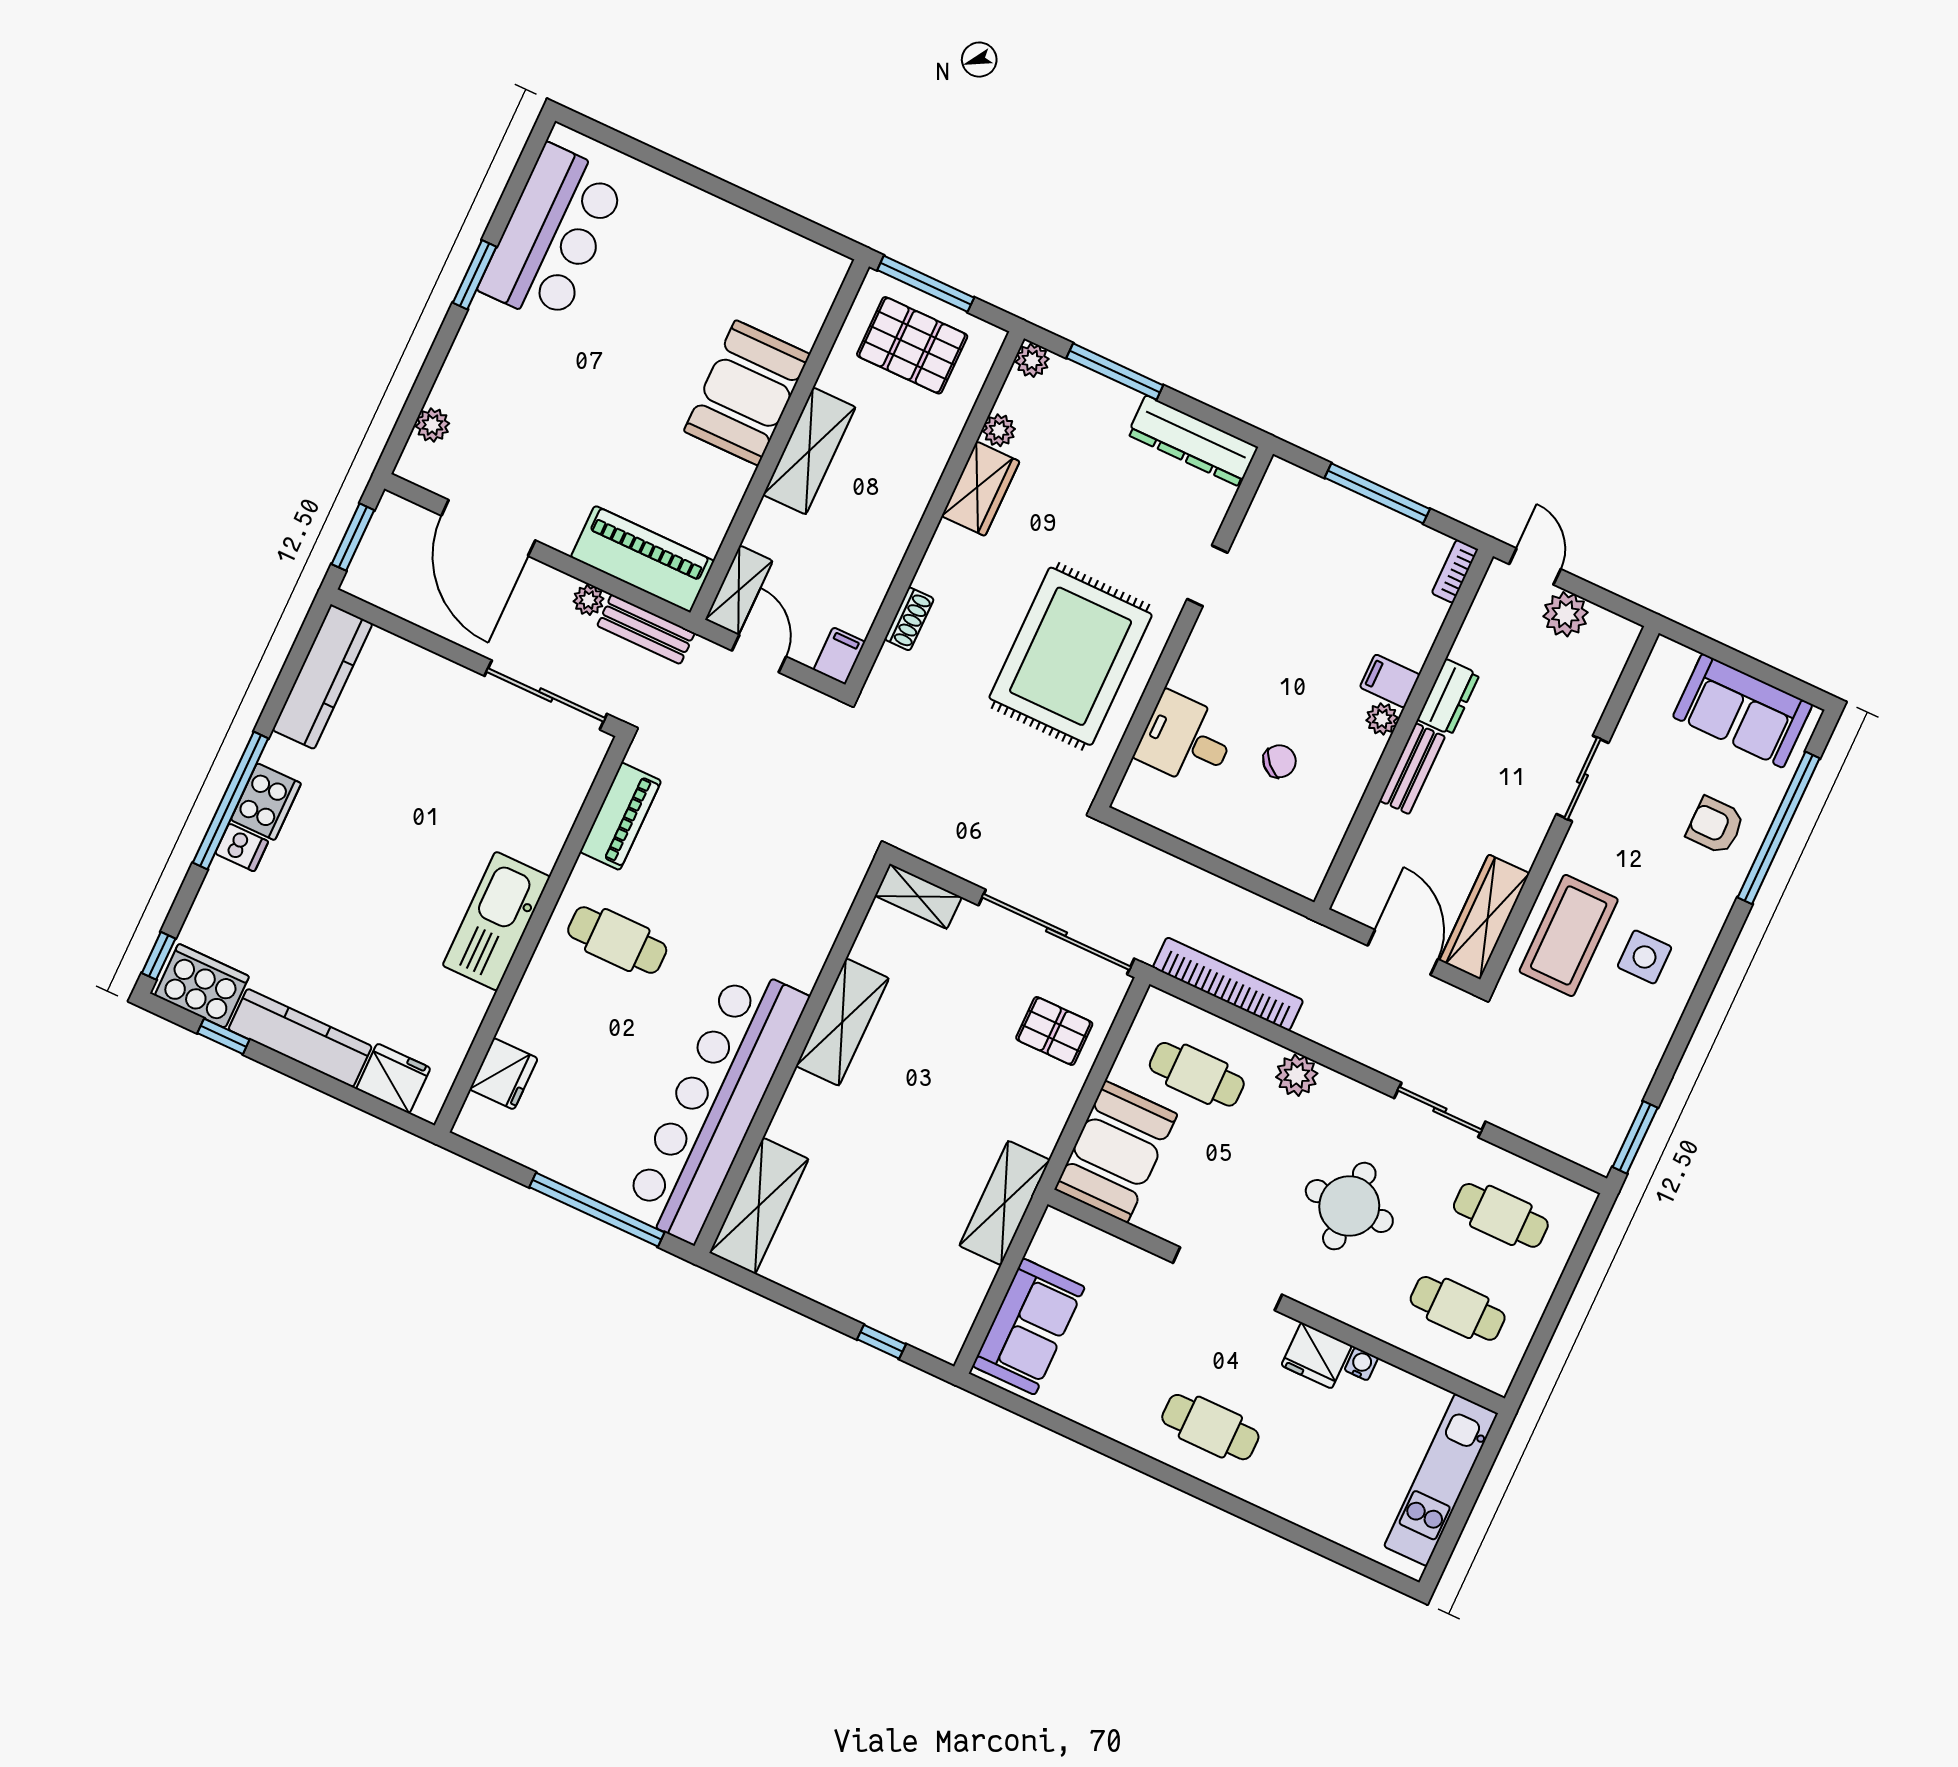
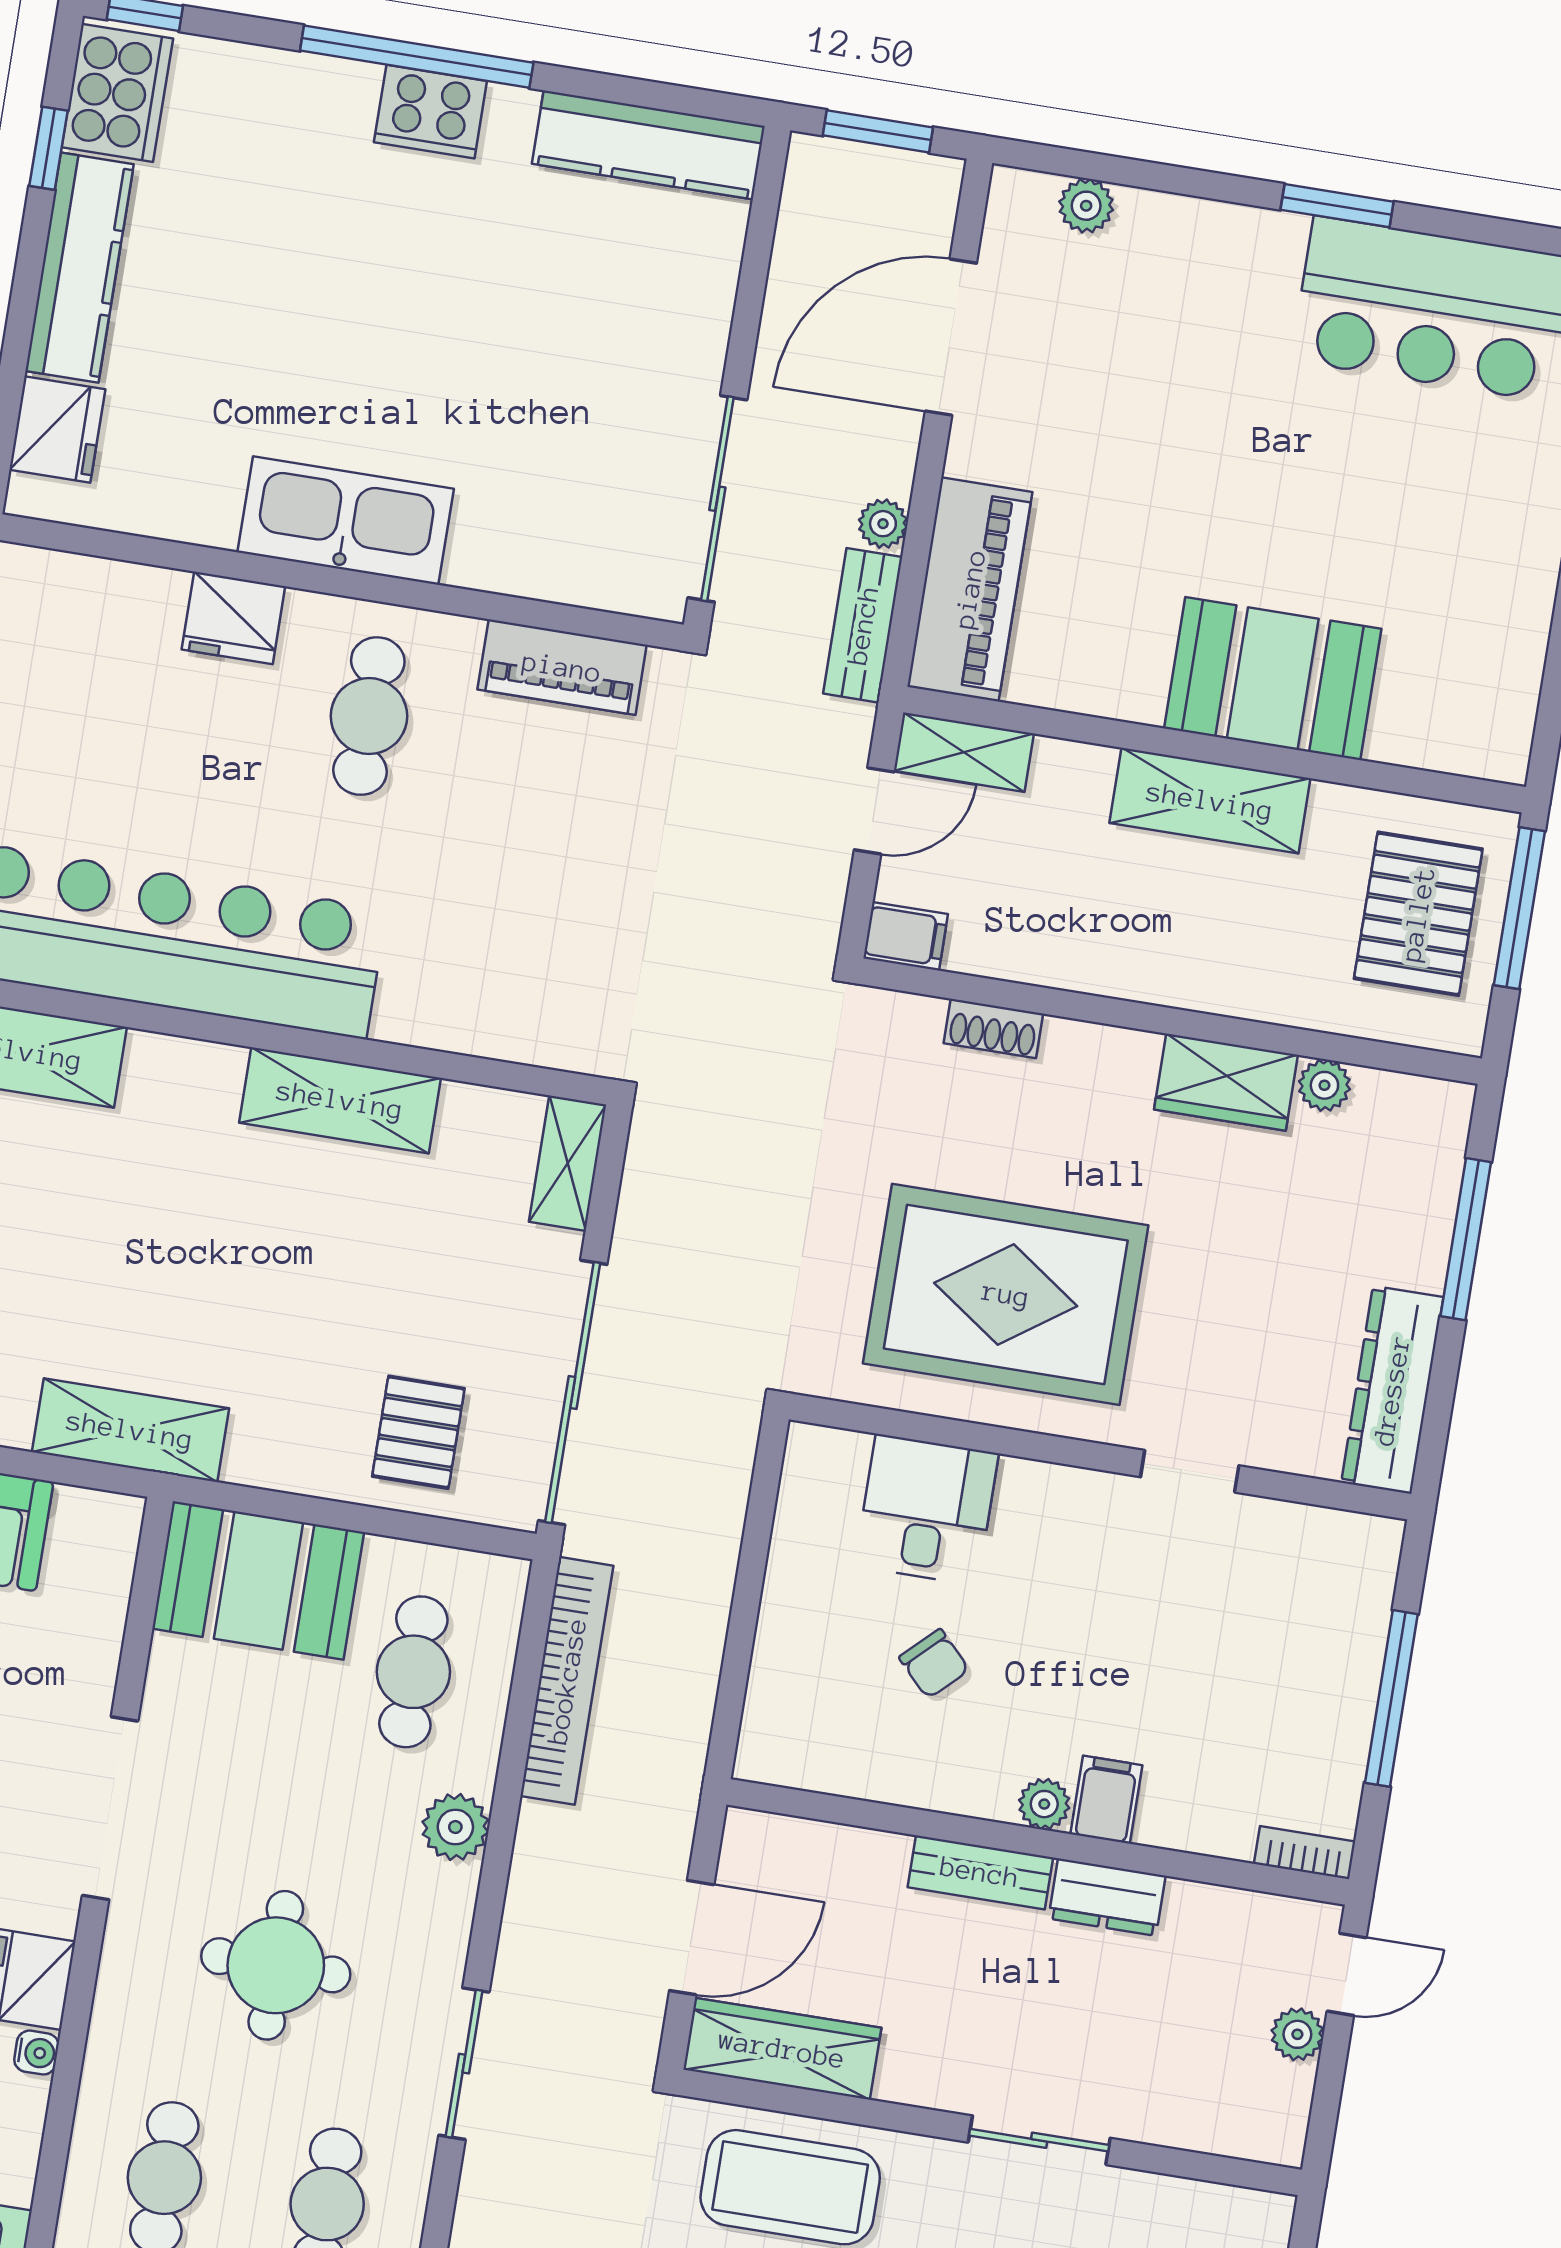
plant: (1032, 360) -> (1447, 1106), removed
plant: (1565, 614) -> (1297, 2034), width x0.73, depth x0.73
dishwasher: (242, 847) -> (349, 94), removed
fridge: (504, 1074) -> (233, 618), moved

